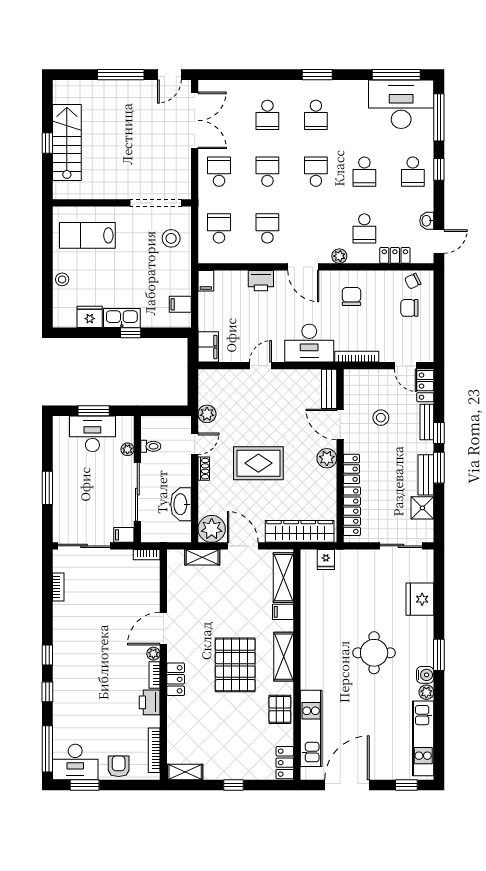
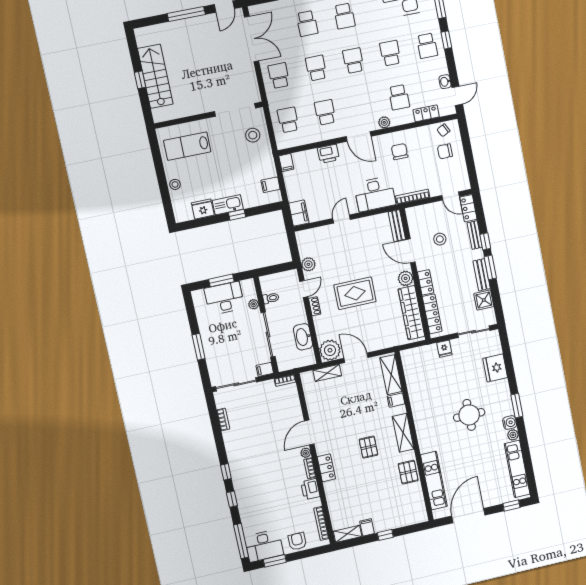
school desk: (364, 172) -> (390, 53), turned 180
wardrobe: (300, 531) -> (411, 313), moved, turned -90
fridge: (326, 559) -> (444, 349), moved
pallet: (235, 665) -> (368, 447), width x0.49, depth x0.50
locker: (285, 763) -> (420, 510), removed
filing cabinet: (212, 769) -> (367, 527), added

